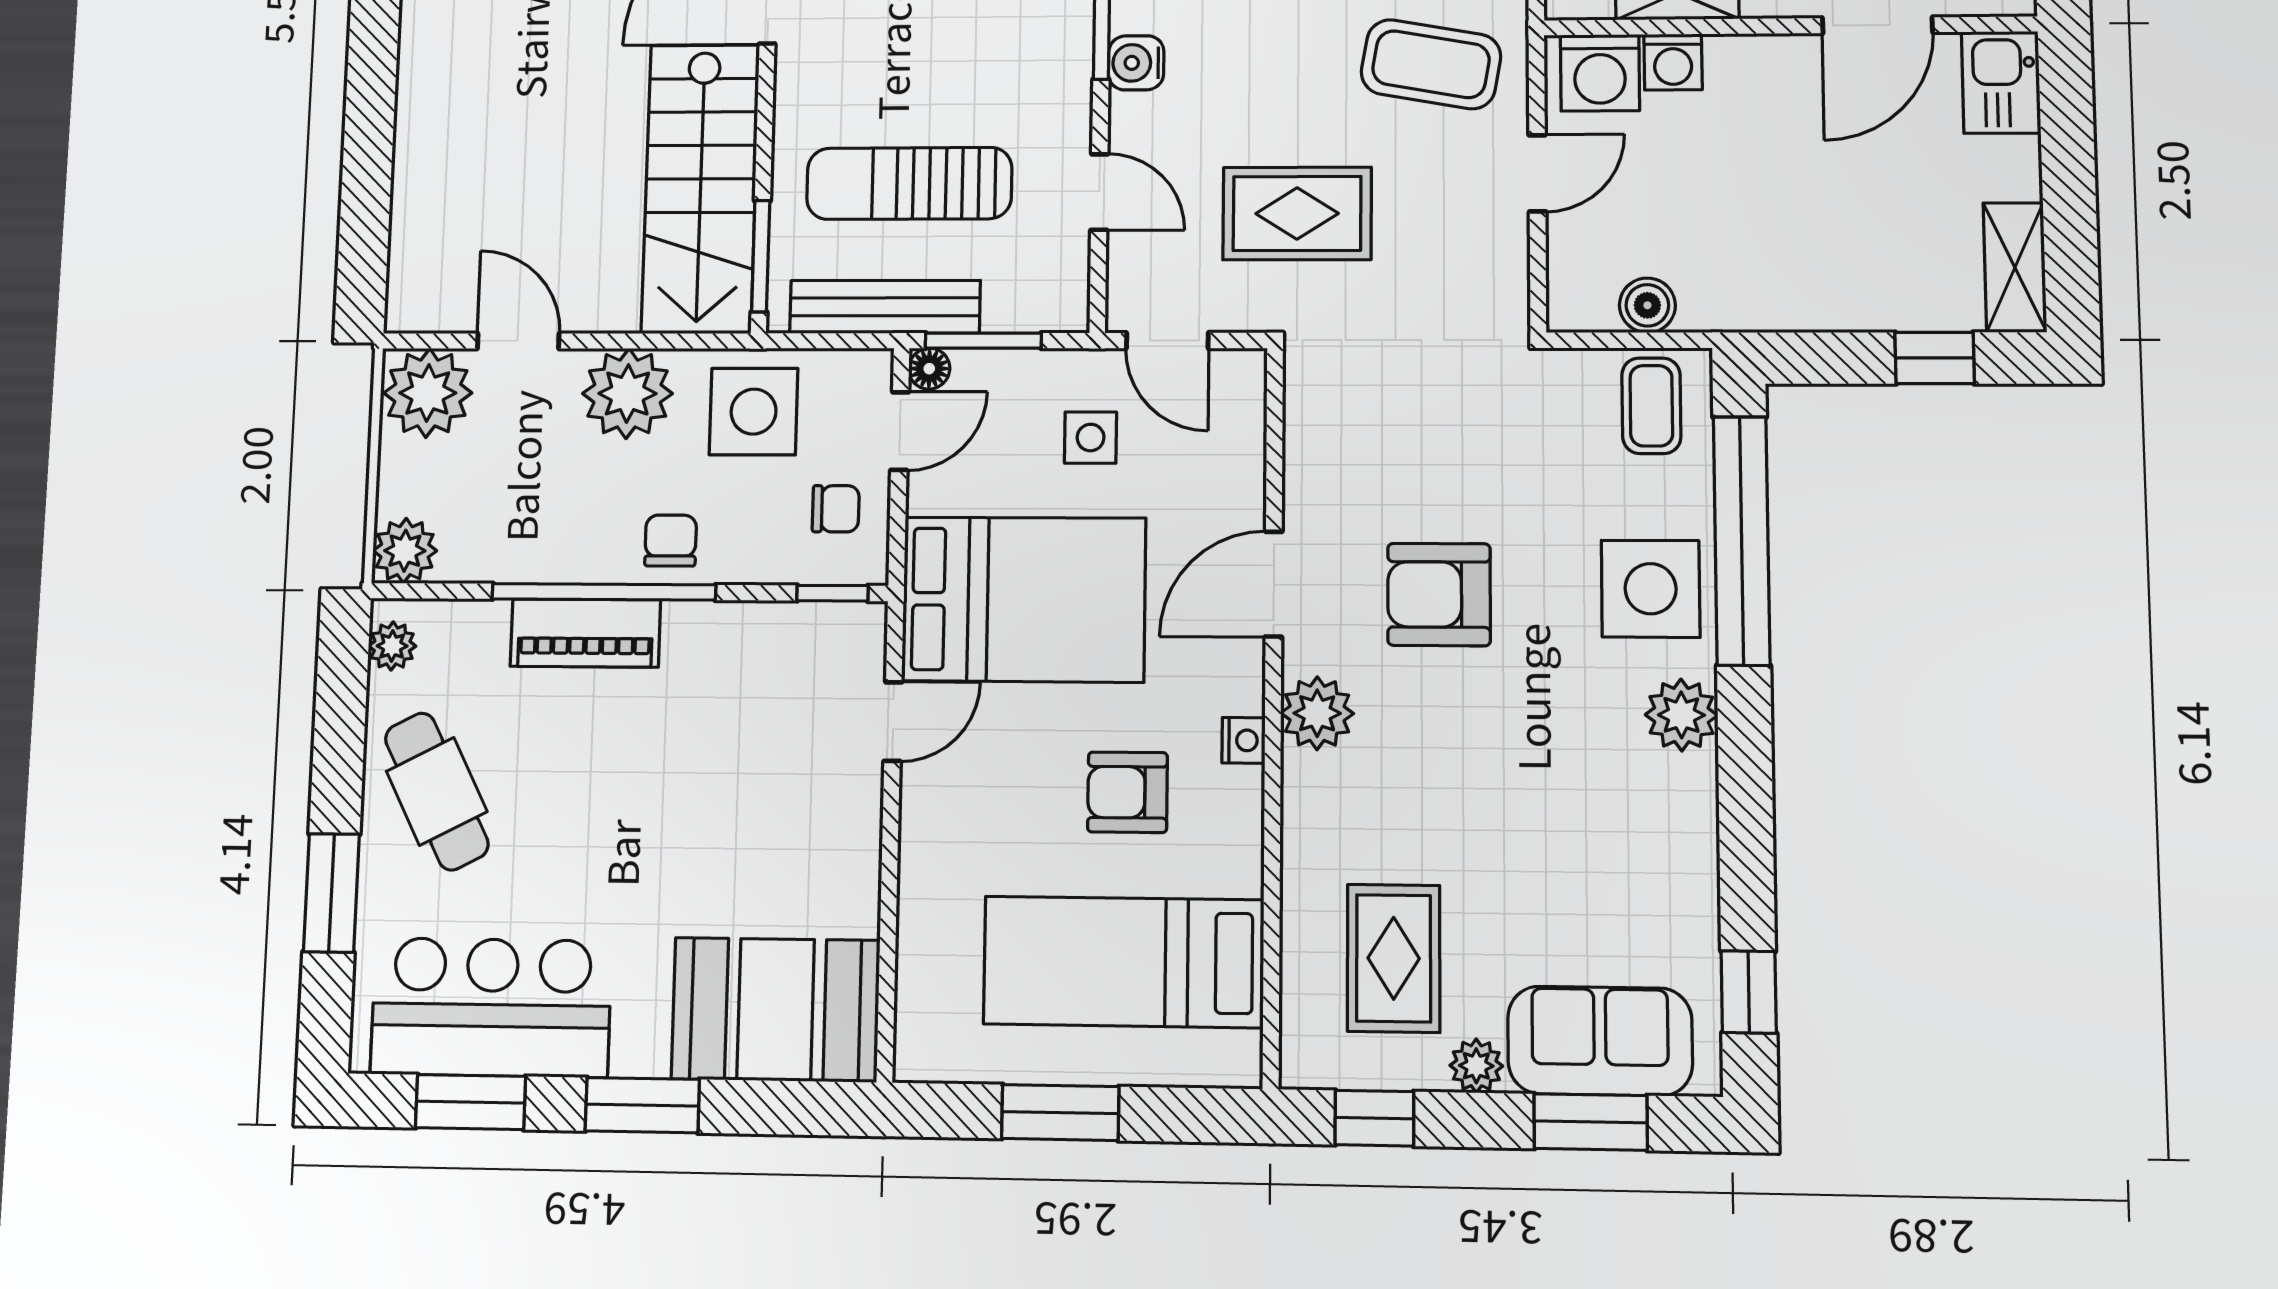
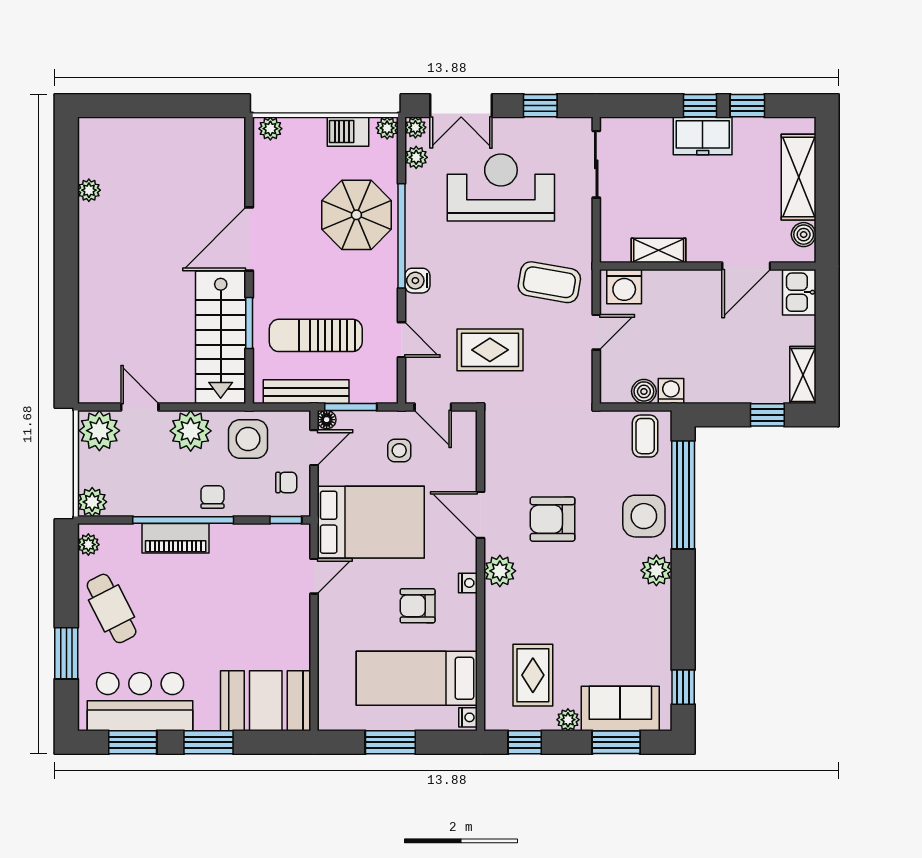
washing machine: (1673, 62) -> (671, 391), moved, turned 180
window: (761, 256) -> (249, 323), moved
door: (1274, 584) -> (481, 515), hinge flipped
nightstand: (1242, 1056) -> (468, 717), added

